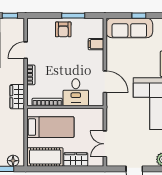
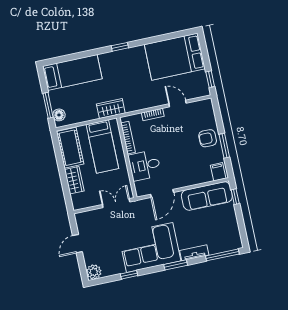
window: (139, 16) -> (235, 197), moved
sofa: (129, 28) -> (207, 196), moved, turned -90
filing cabinet: (96, 44) -> (218, 172), moved
wardrobe: (17, 97) -> (111, 109), moved
double door: (105, 144) -> (116, 203), moved

